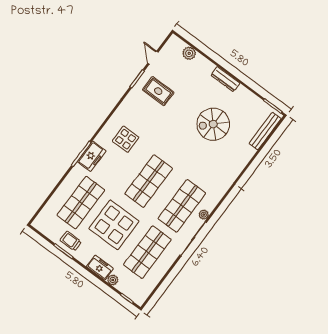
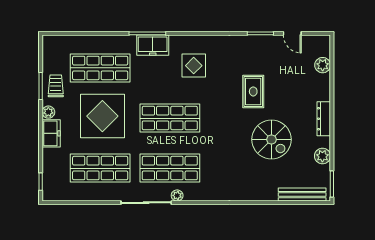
door: (153, 58) -> (292, 33), swing flipped
rug: (158, 91) -> (253, 91), moved
plant: (249, 98) -> (322, 156), added
spiral stairs: (213, 124) -> (271, 140), turned 180
plant: (113, 280) -> (48, 112), moved

